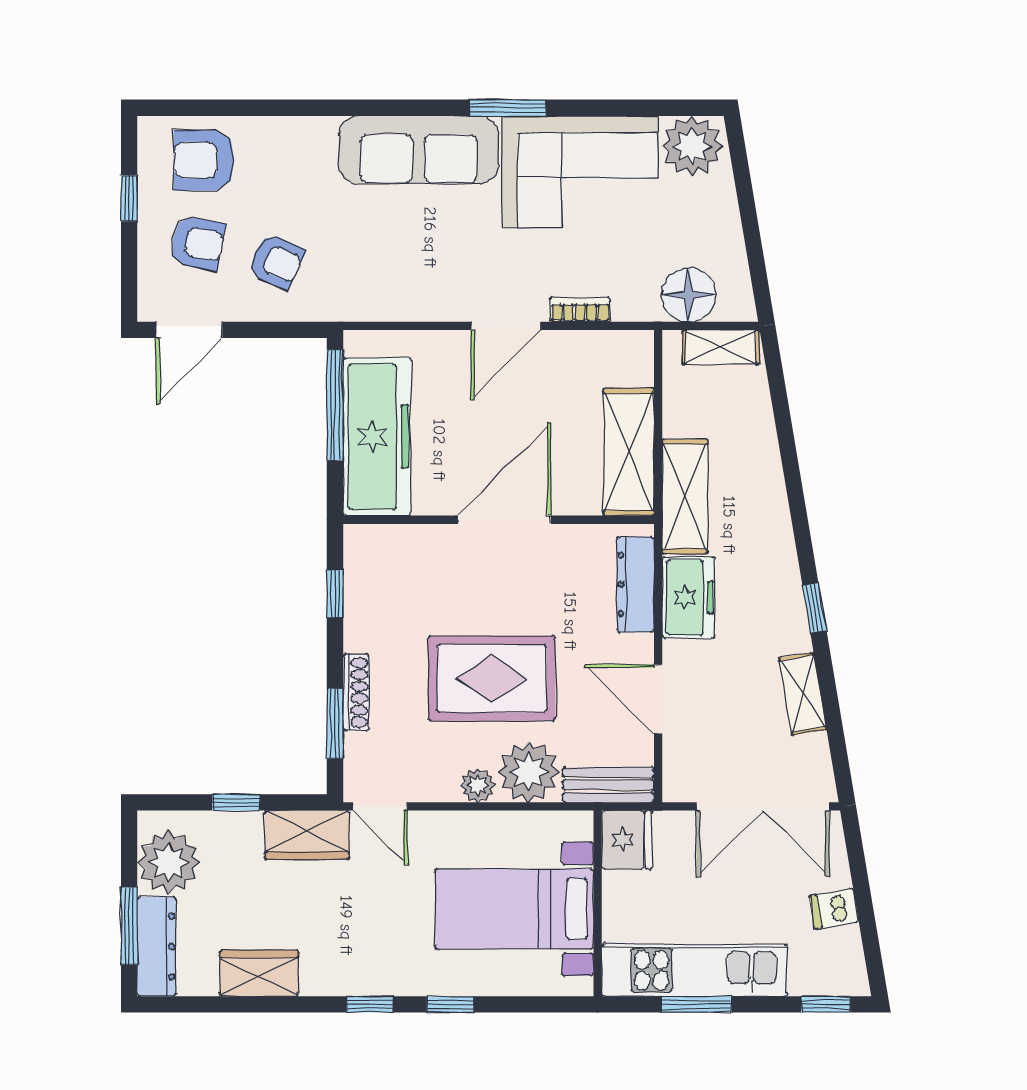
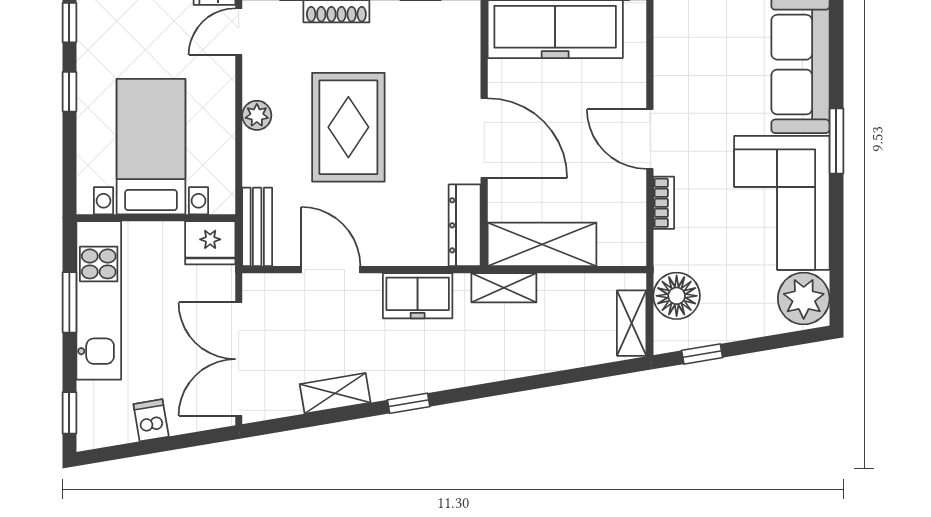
window: (757, 265) -> (702, 354), added
shelving: (685, 497) -> (504, 288), width x0.67, depth x0.75
dresser: (635, 584) -> (465, 225), moved, turned -90
door: (658, 699) -> (331, 270), hinge flipped
plant: (529, 772) -> (268, 159), removed

